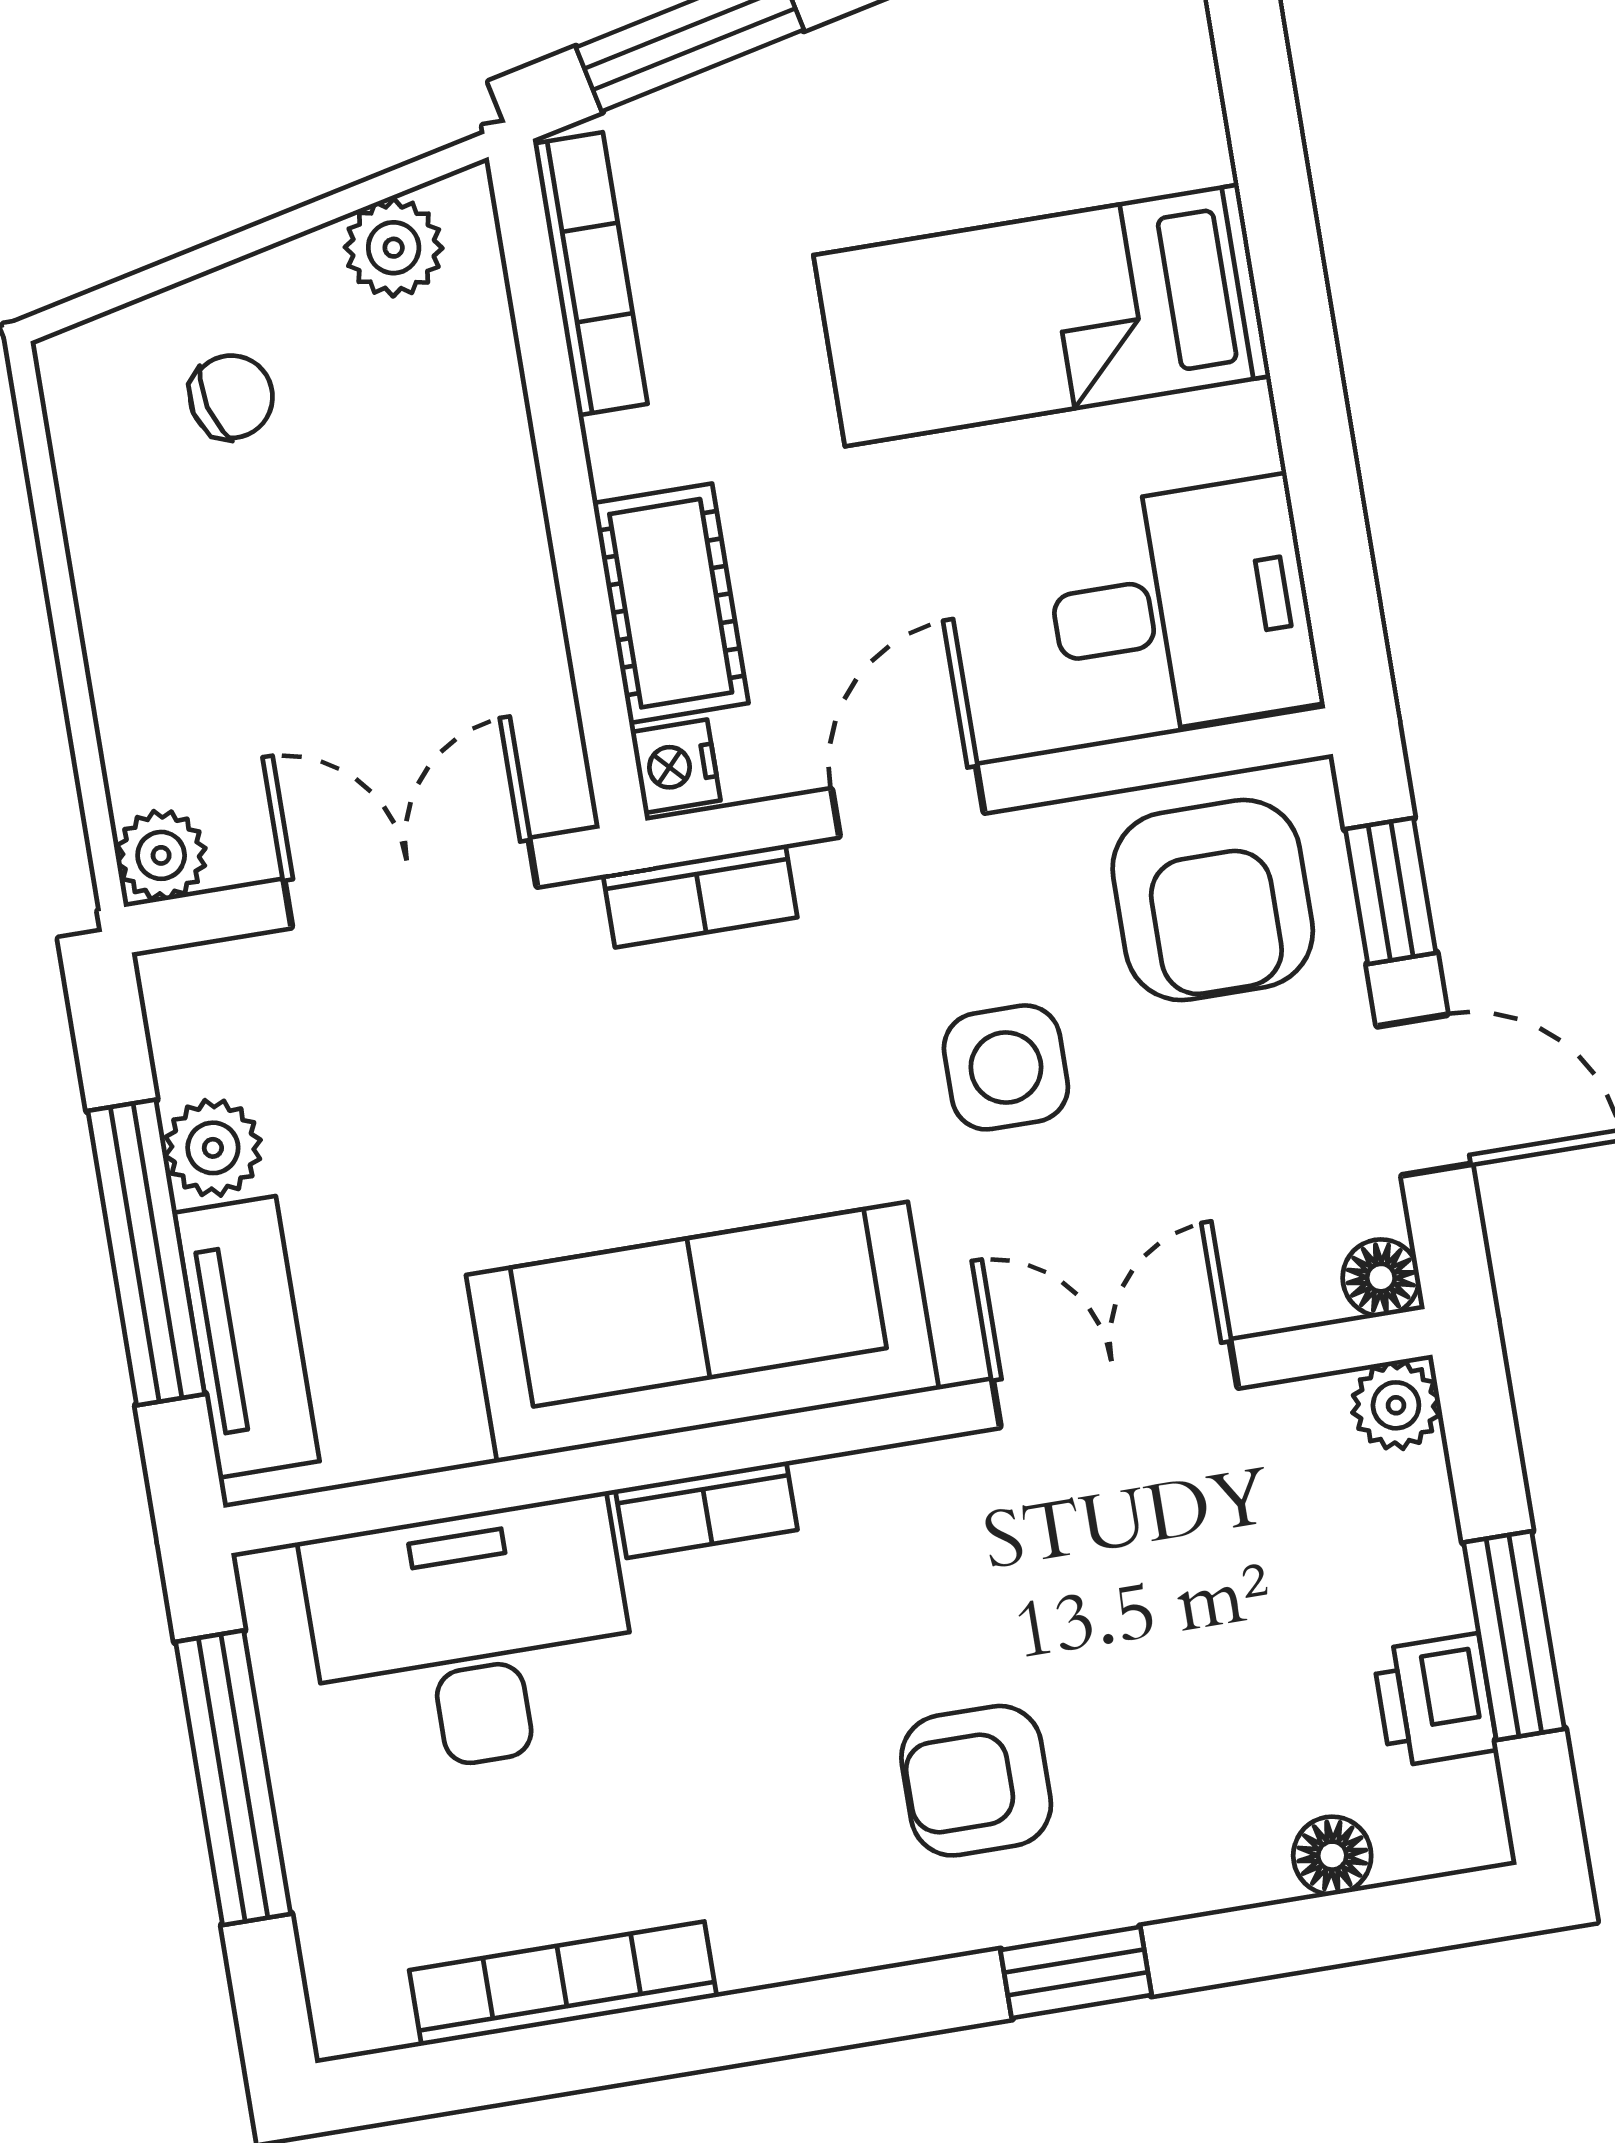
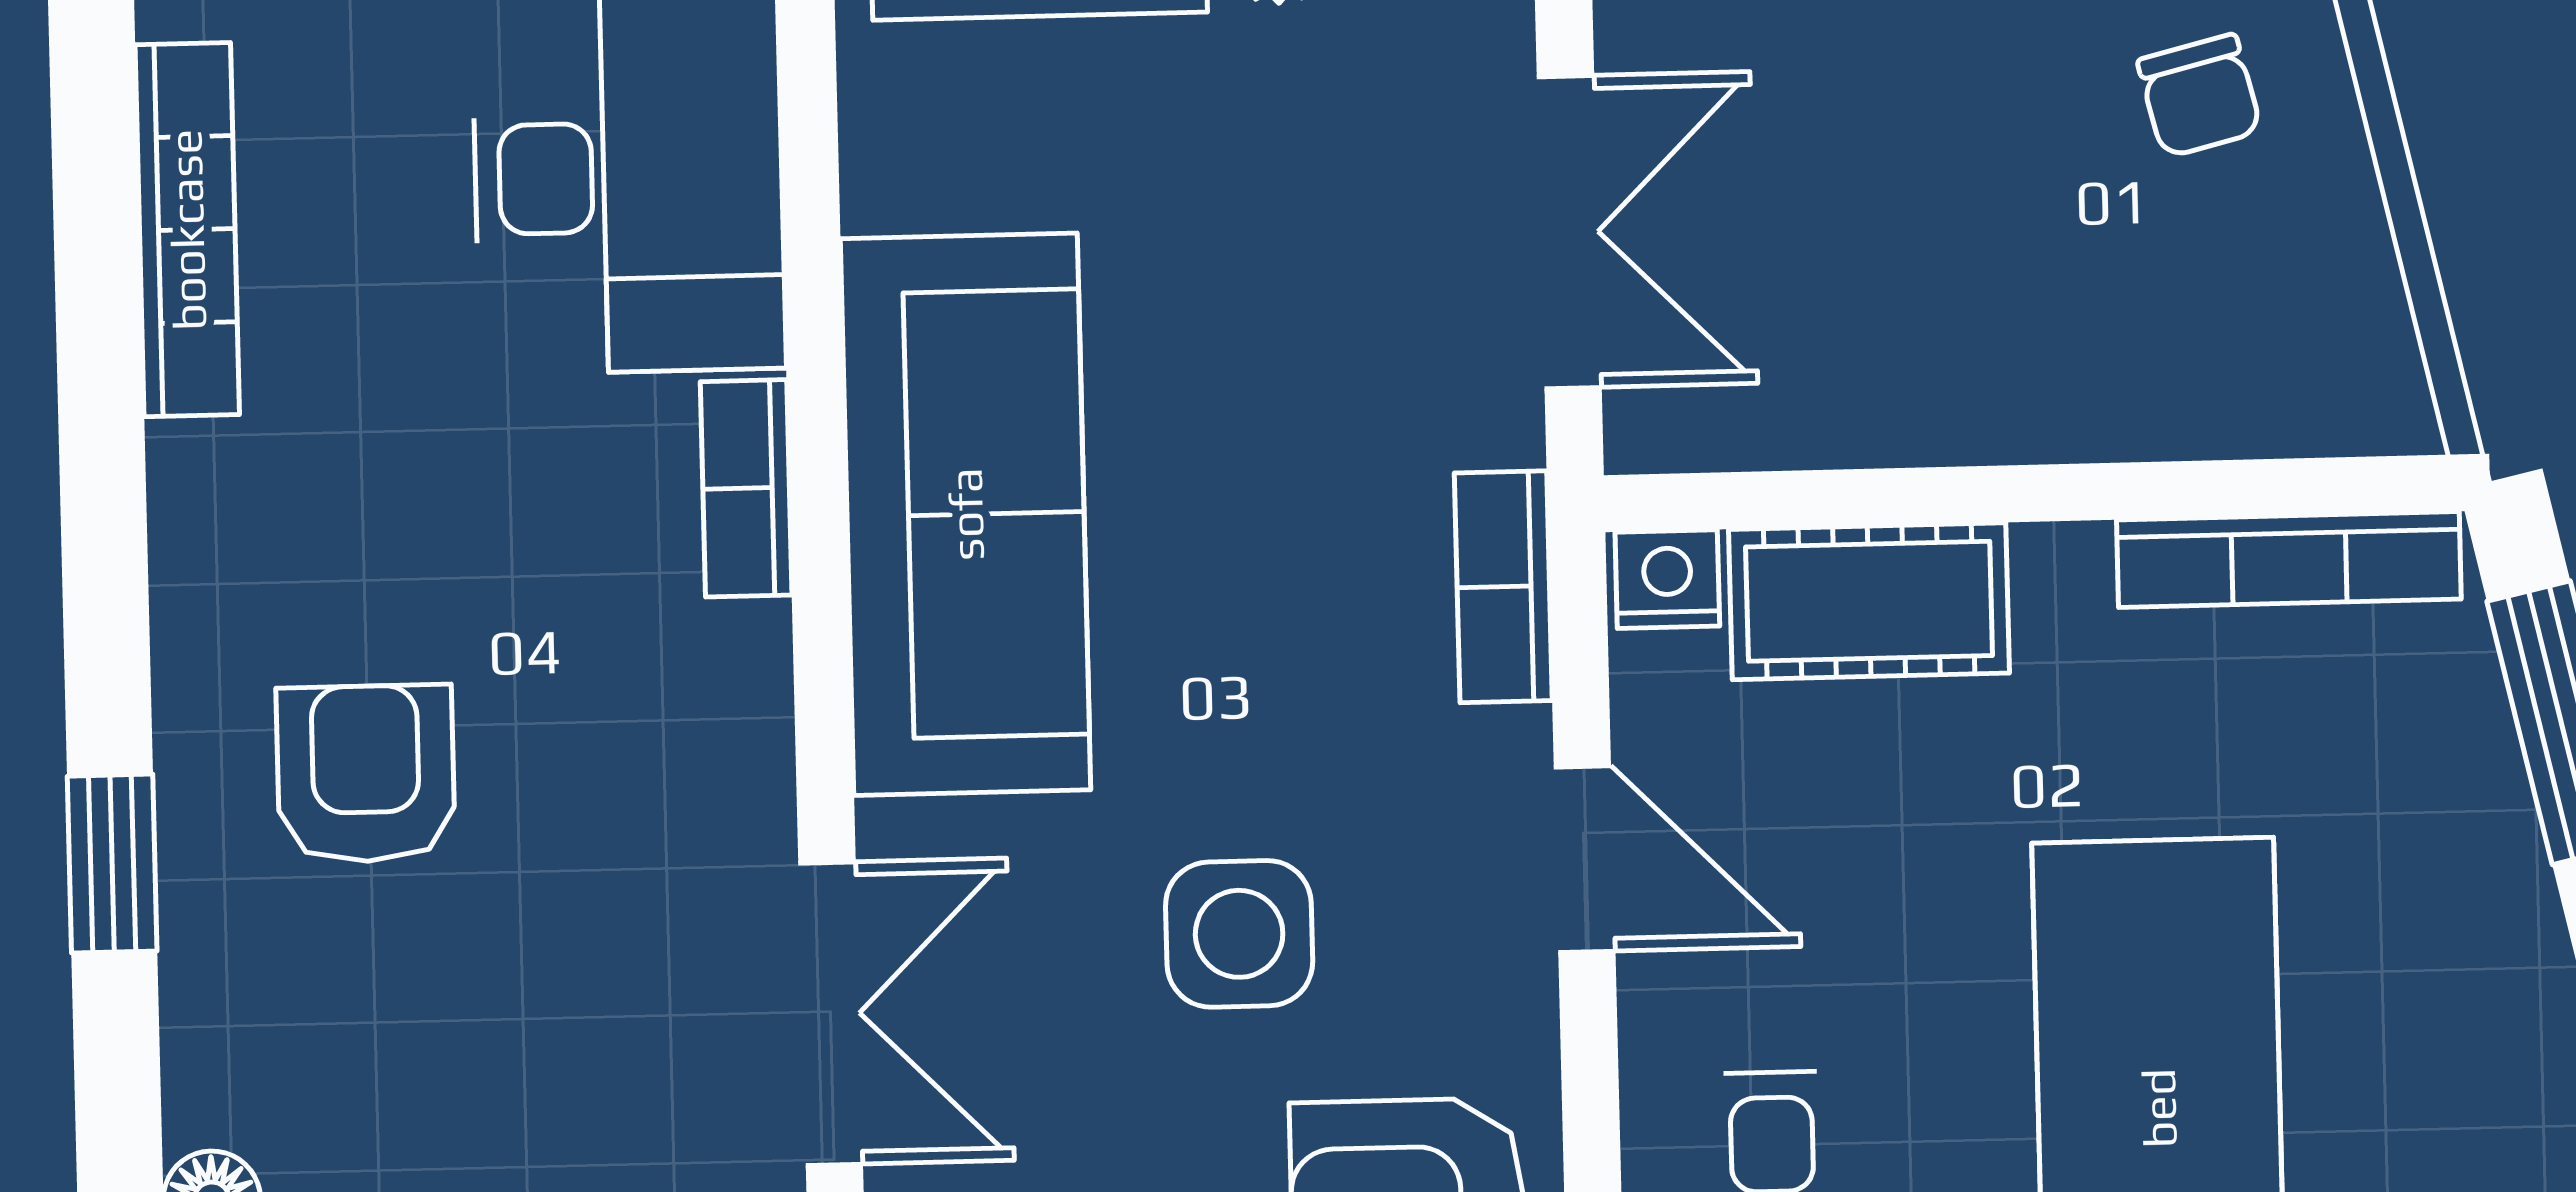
plant: (394, 248) -> (2355, 321), removed

